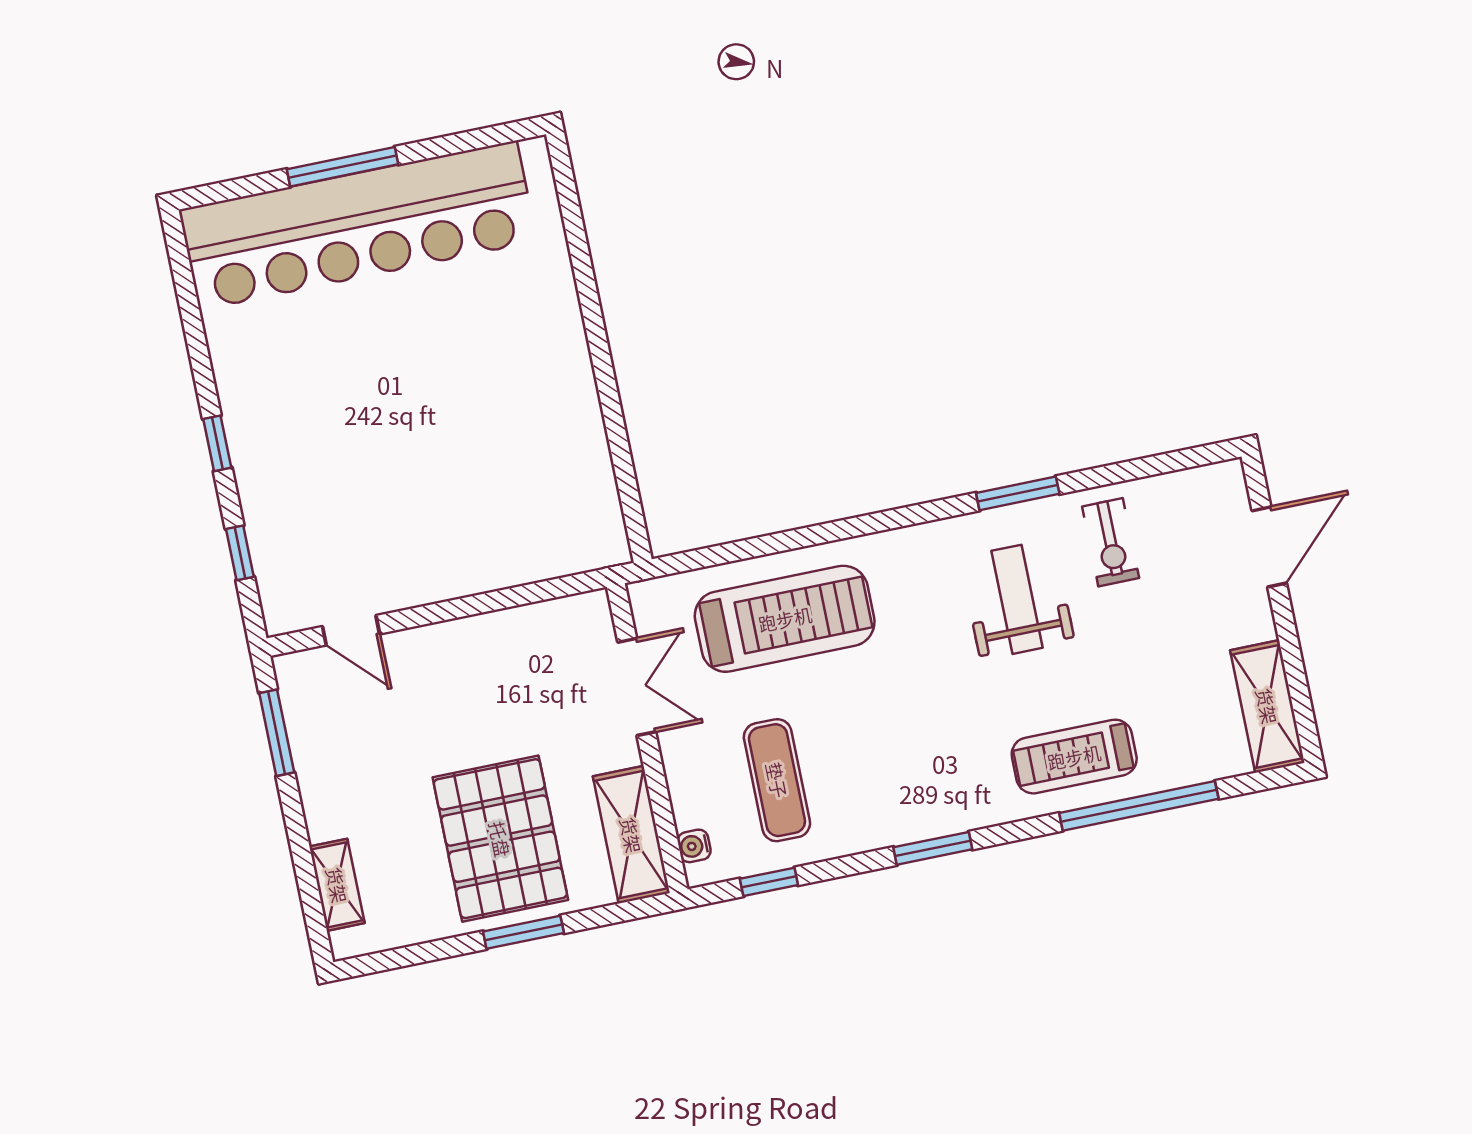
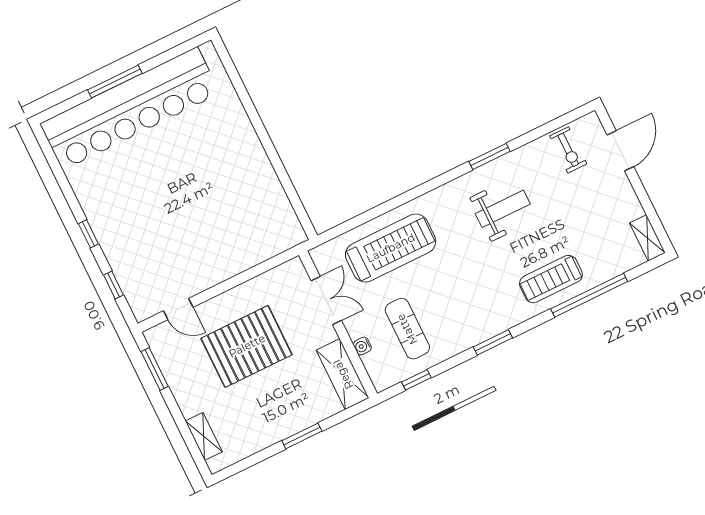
exercise bike: (1111, 542) -> (568, 150), moved
weight bench: (1017, 599) -> (503, 209), turned 90
shelving: (1267, 706) -> (647, 238), width x0.67, depth x0.75
pallet: (500, 839) -> (247, 346), moved, turned 90
water cooler: (694, 846) -> (362, 346), moved

